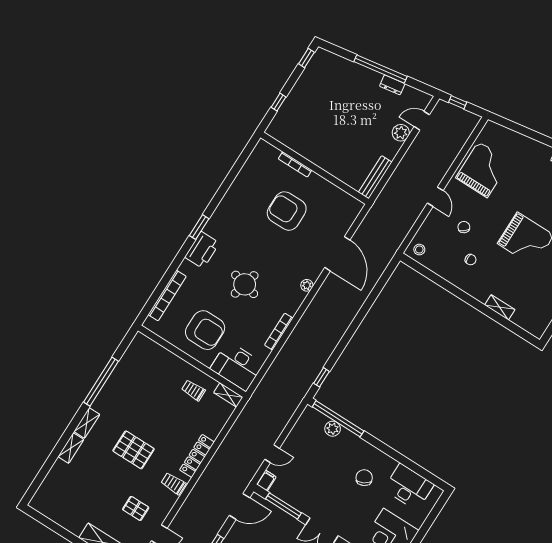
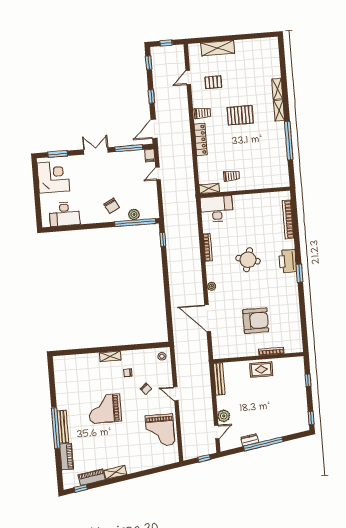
rug: (321, 153) -> (261, 370), added
shelving: (500, 307) -> (110, 356), moved
armchair: (205, 330) -> (251, 216), removed
chair: (364, 478) -> (112, 206), moved

